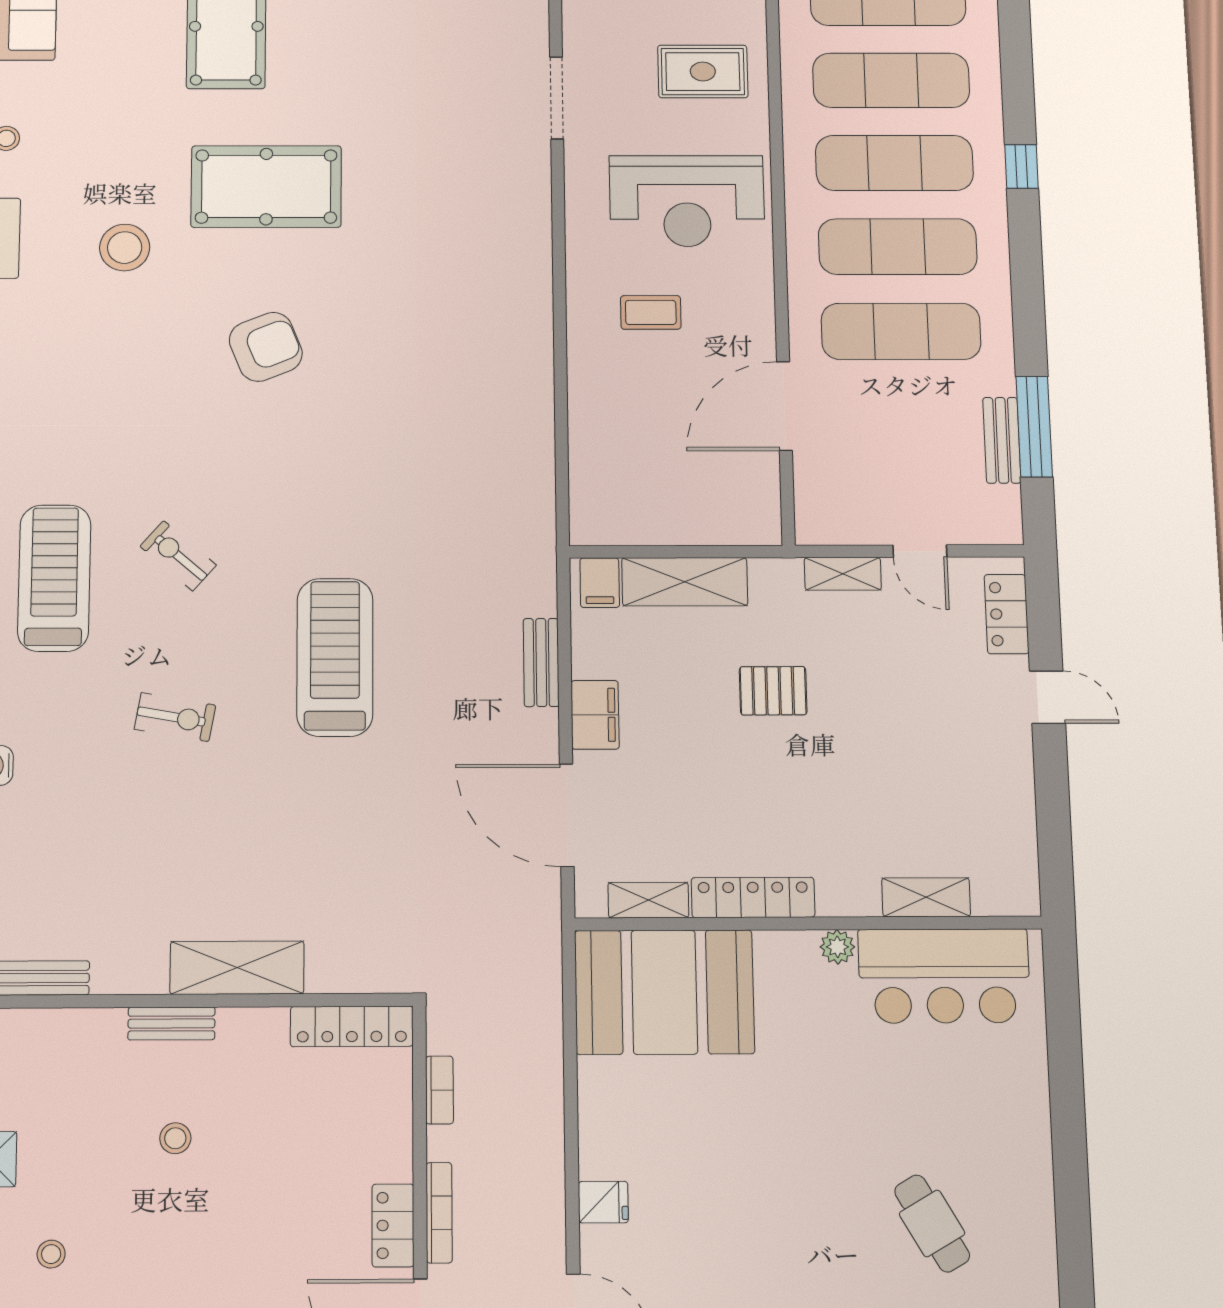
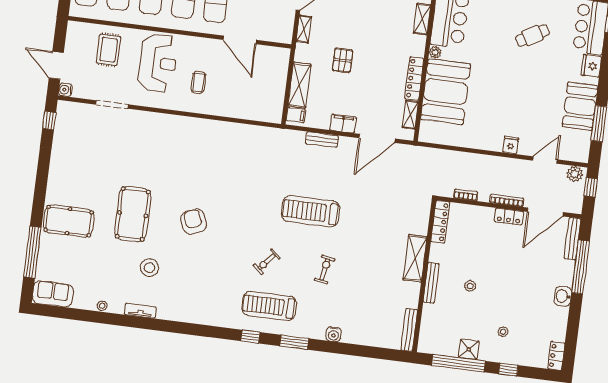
booth: (664, 992) -> (446, 92), moved
bench: (171, 1023) -> (431, 283), width x1.36

